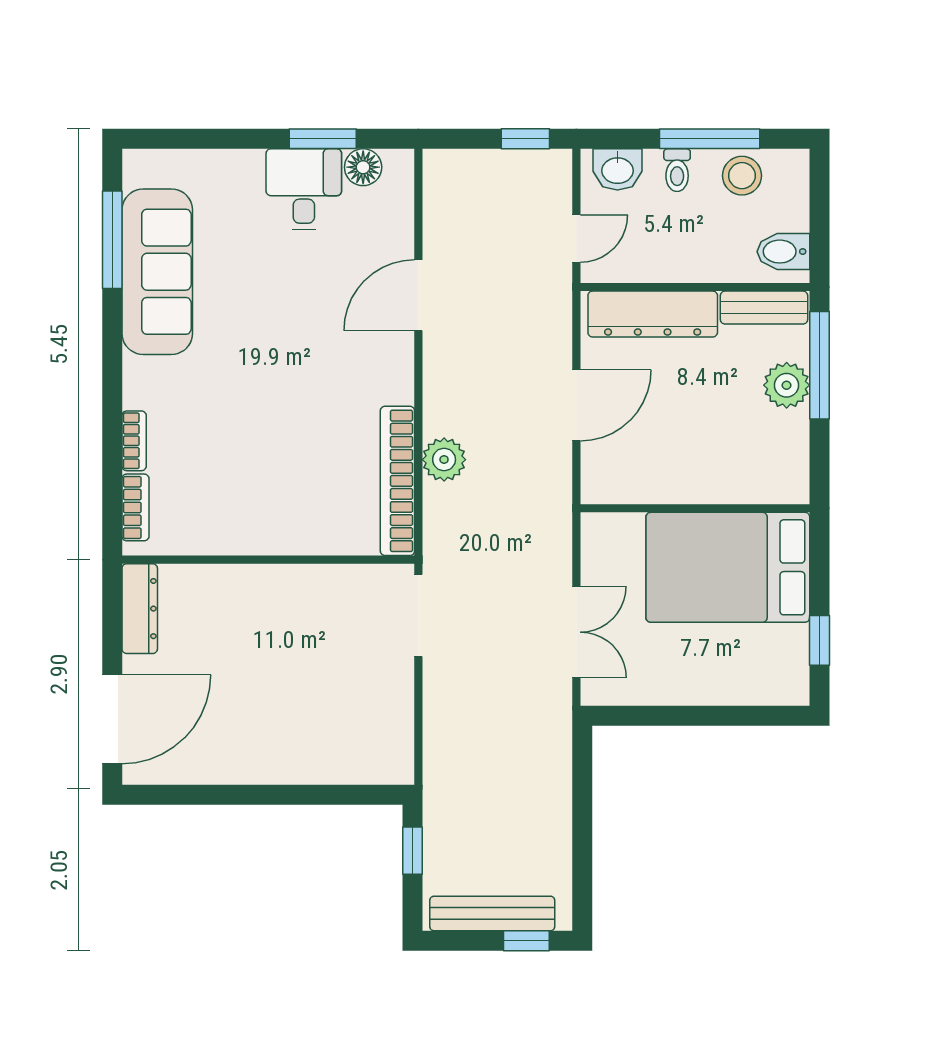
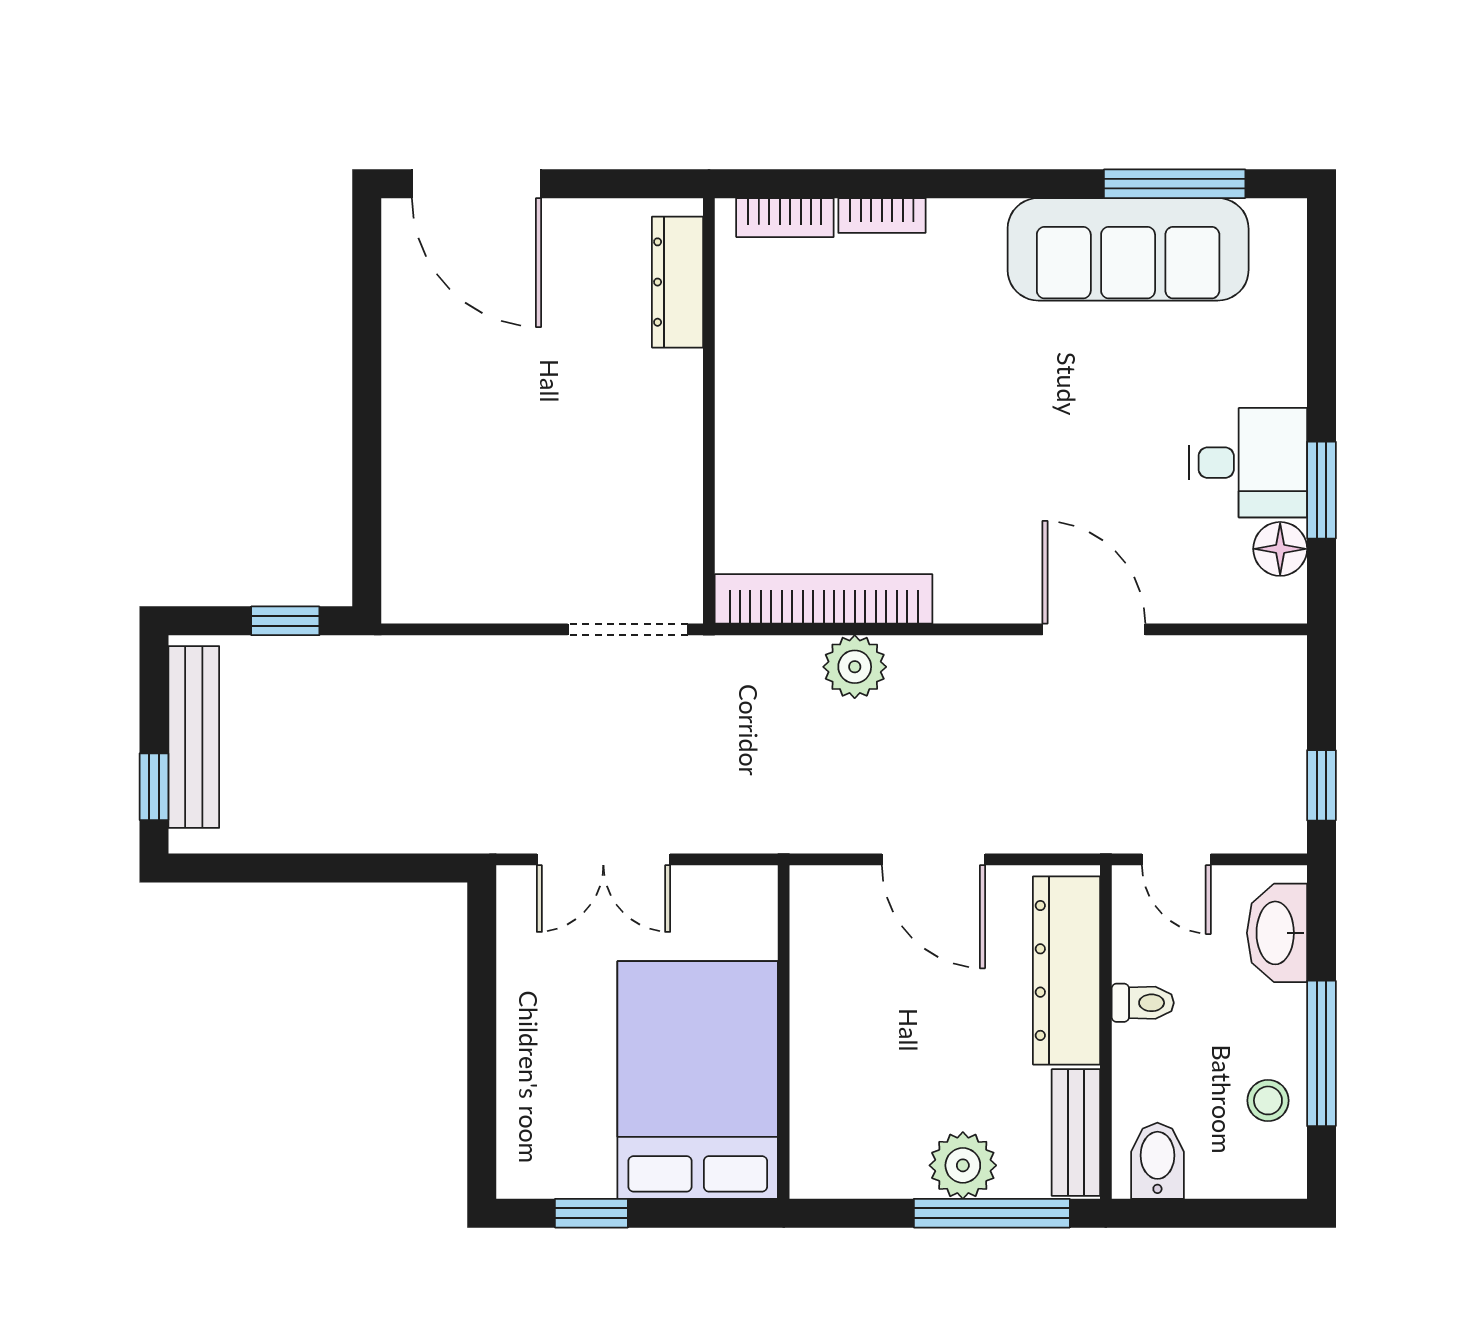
washbasin: (617, 169) -> (1277, 933), width x1.38
toilet: (677, 170) -> (1143, 1003), moved, turned 180
stool: (742, 176) -> (1268, 1100), width x0.73, depth x0.73
dresser: (140, 609) -> (678, 282), moved, turned 90

